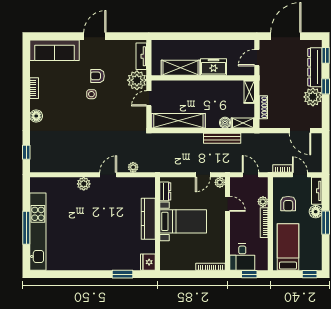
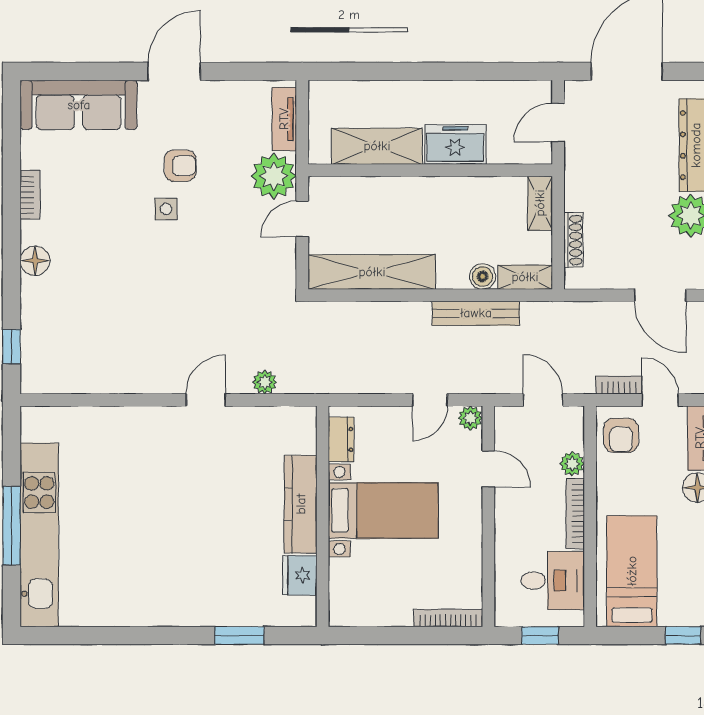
armchair: (97, 76) -> (180, 166), turned 180
plant: (84, 184) -> (148, 421), removed
armchair: (288, 204) -> (621, 435), moved
desk: (242, 257) -> (553, 581), moved, turned -90
fridge: (148, 262) -> (300, 575), moved

